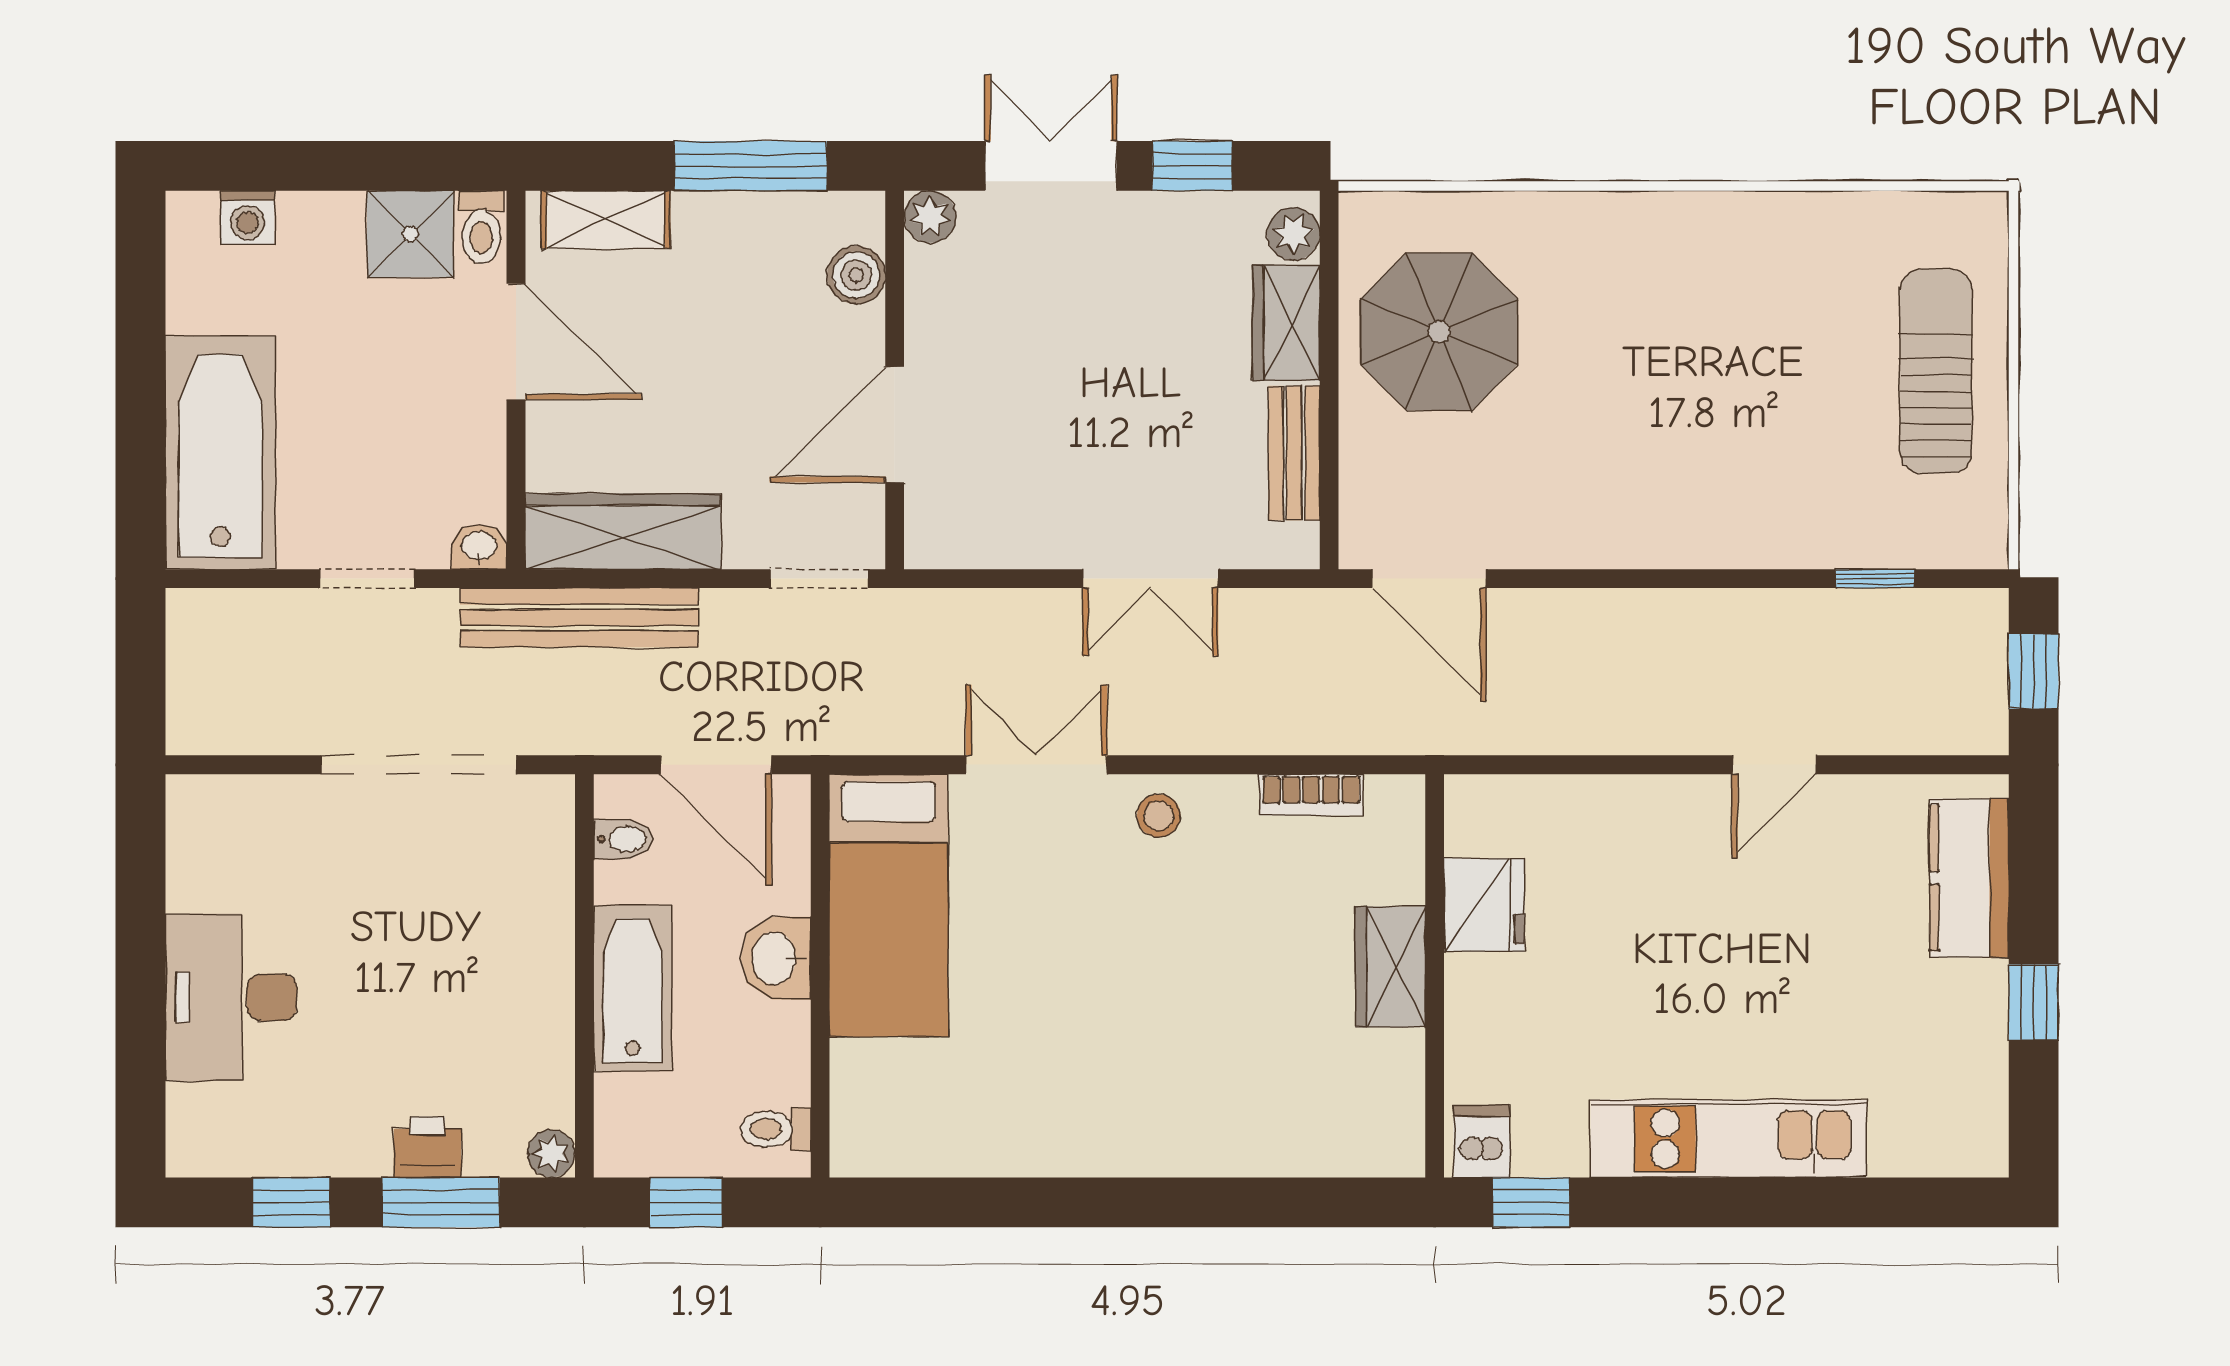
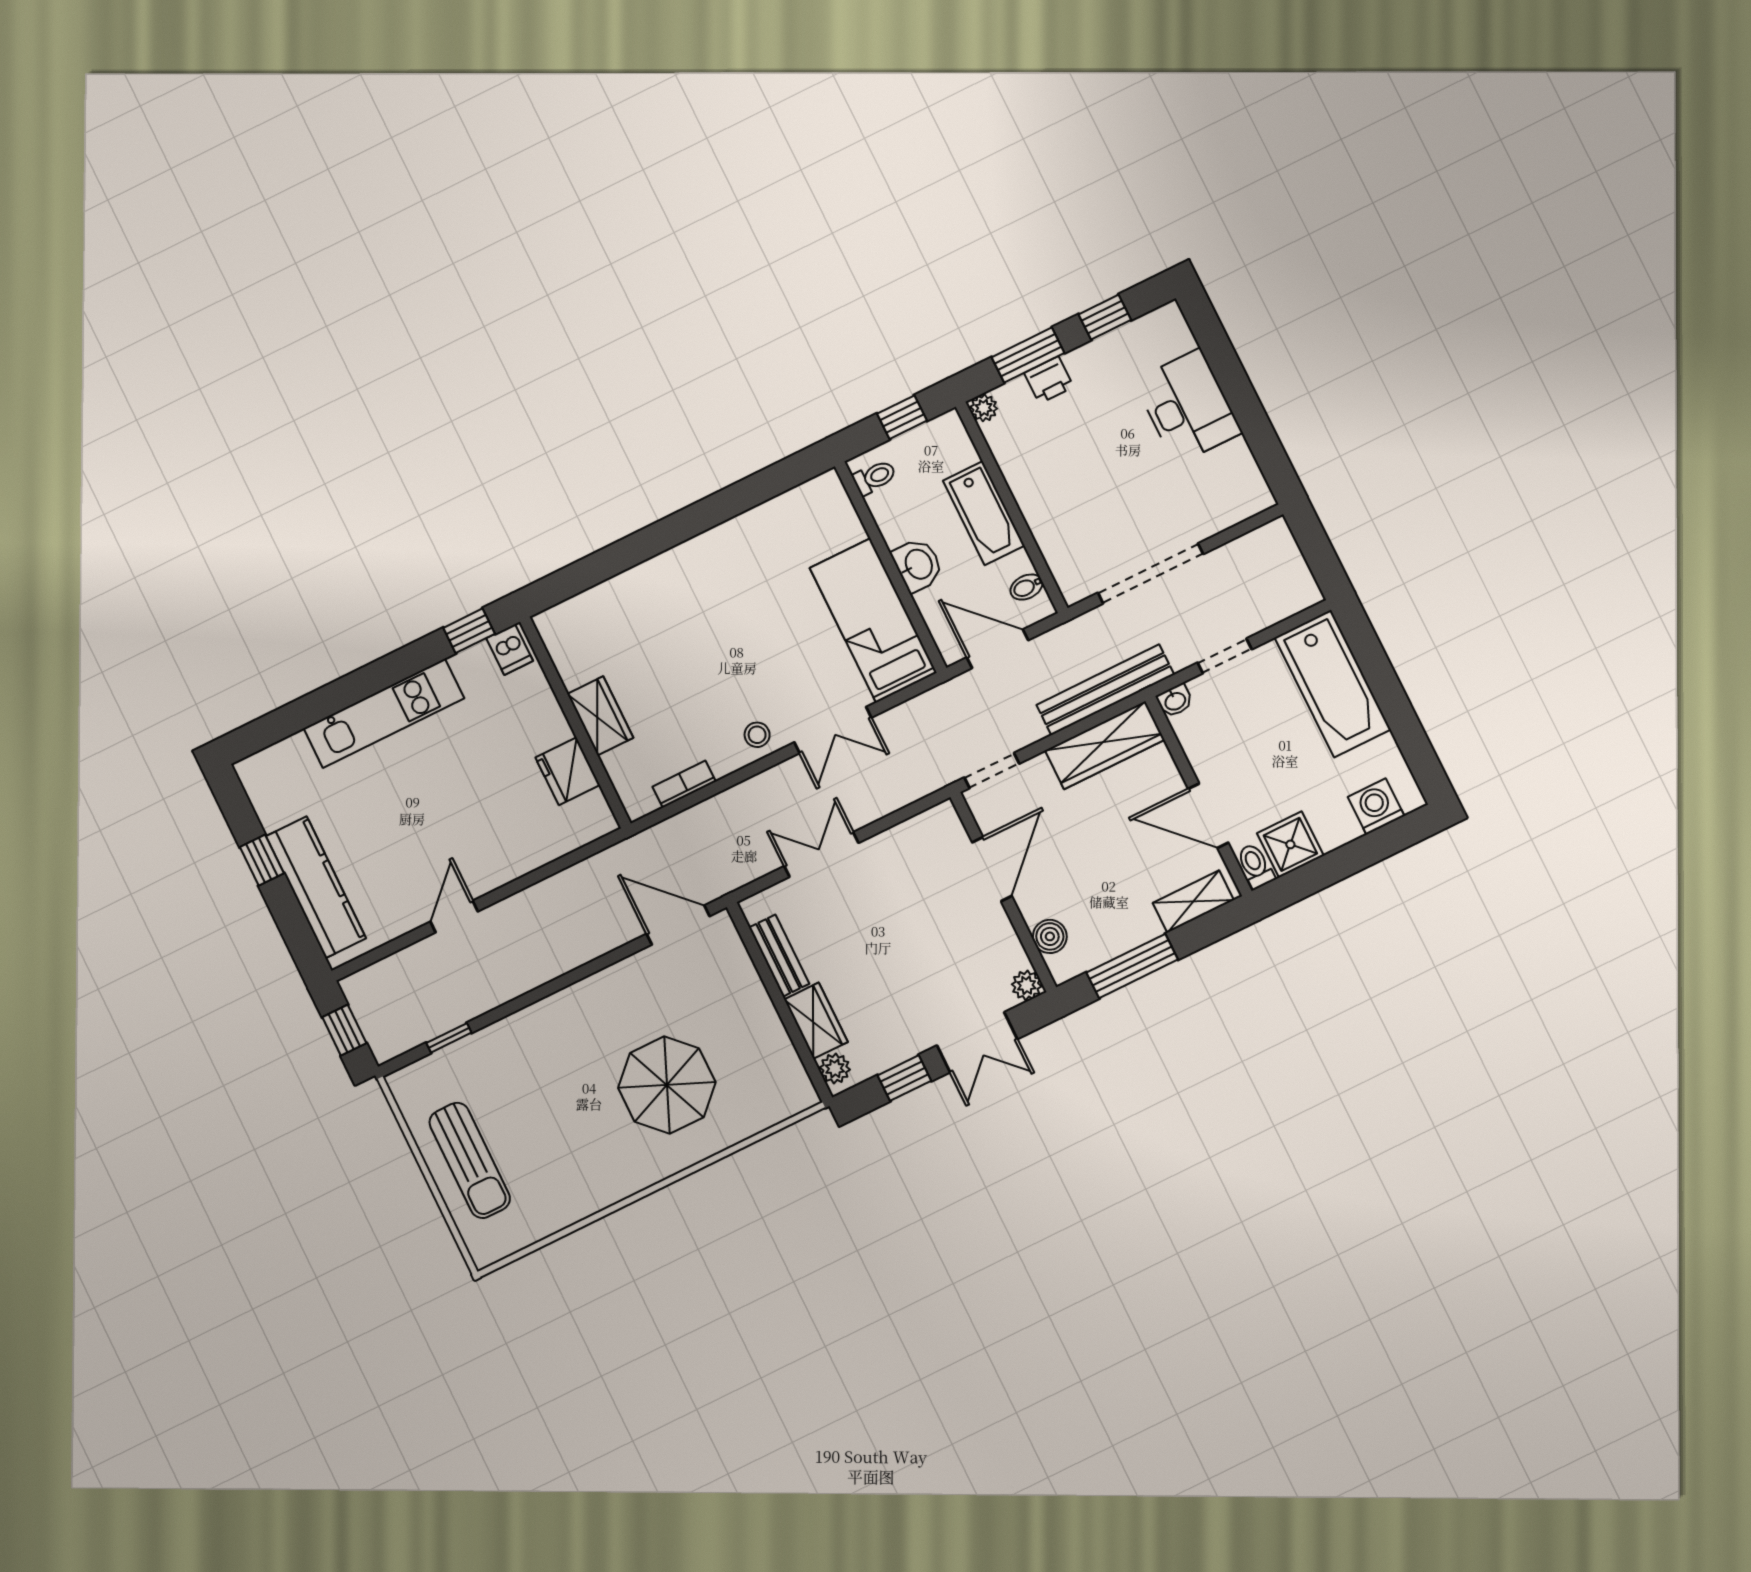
washing machine: (248, 217) -> (1376, 807), width x1.38, depth x1.38
parasol: (1439, 332) -> (667, 1085), moved
kitchen counter: (1969, 878) -> (316, 887), width x1.50

